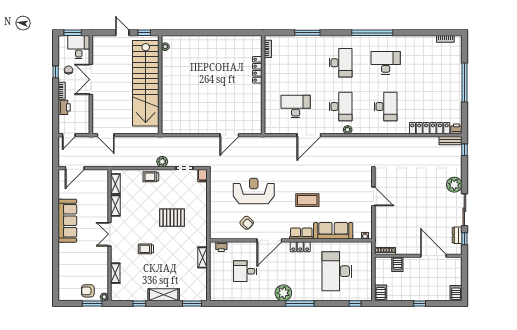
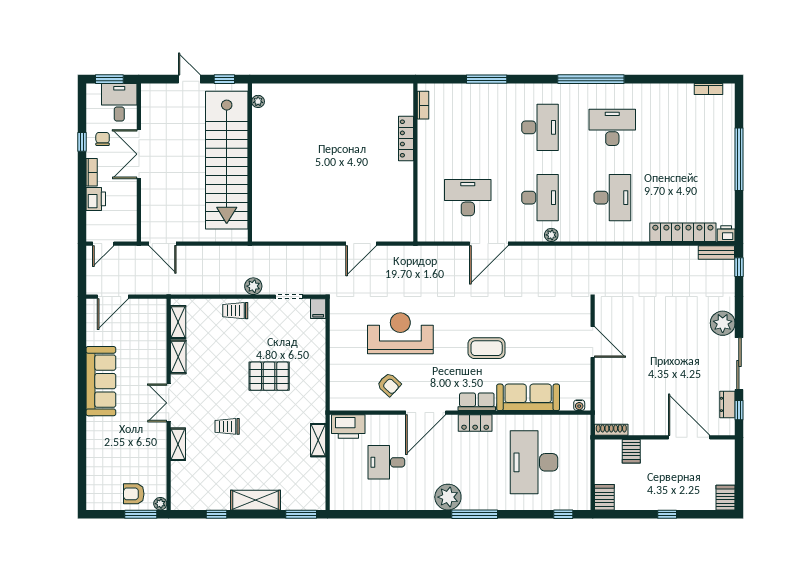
printer: (221, 247) -> (348, 427), width x1.87, depth x1.48
shelving: (115, 273) -> (178, 444), moved

